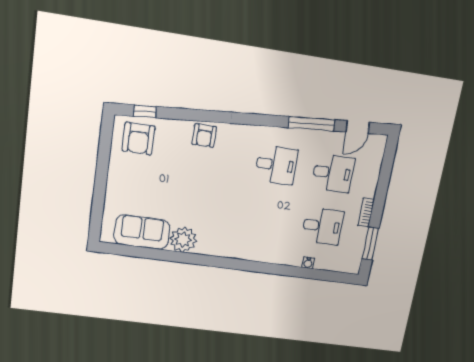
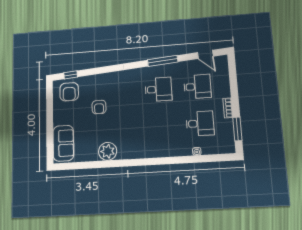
window: (311, 124) -> (163, 61), moved
door: (357, 127) -> (205, 54), hinge flipped
armchair: (204, 135) -> (99, 107), moved
sofa: (142, 232) -> (63, 143), moved, turned 90

